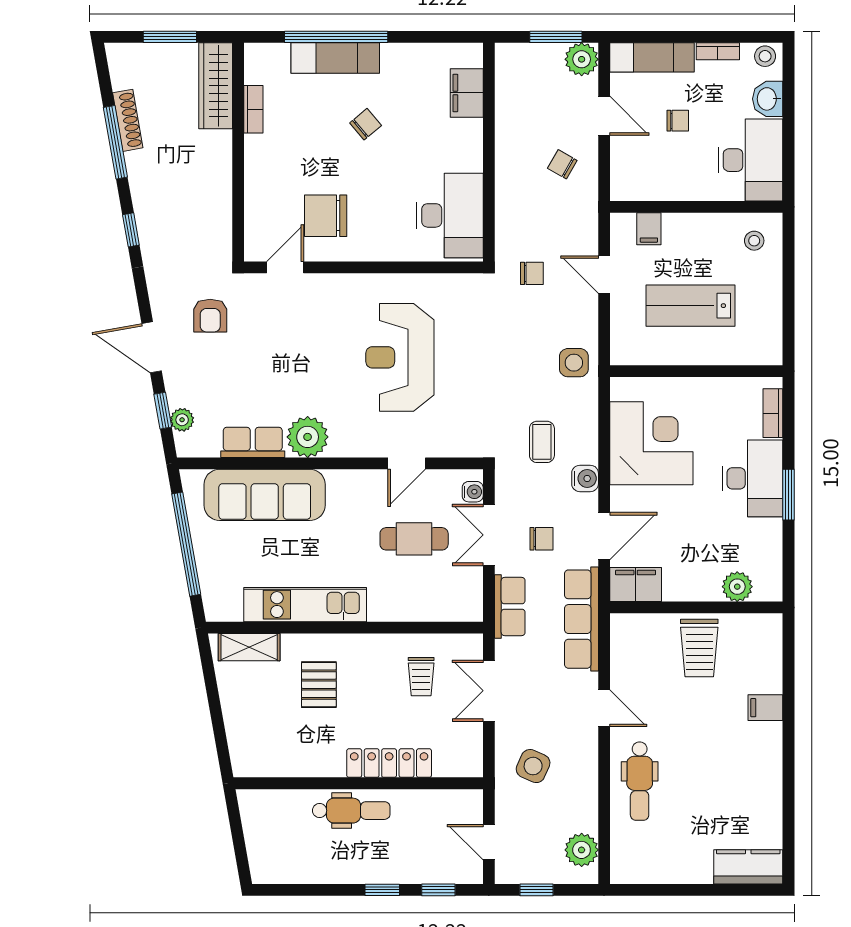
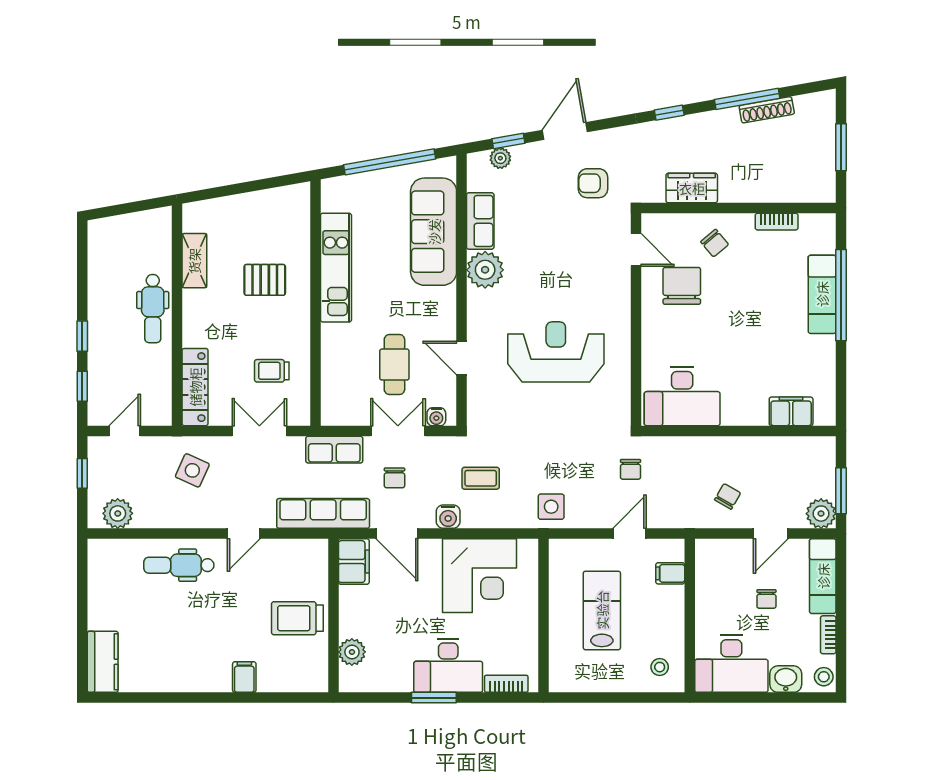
wardrobe: (216, 86) -> (692, 188), moved, width x0.67
chair: (366, 124) -> (715, 243), moved
shelving: (249, 647) -> (194, 261), moved
locker: (389, 763) -> (195, 387), moved

